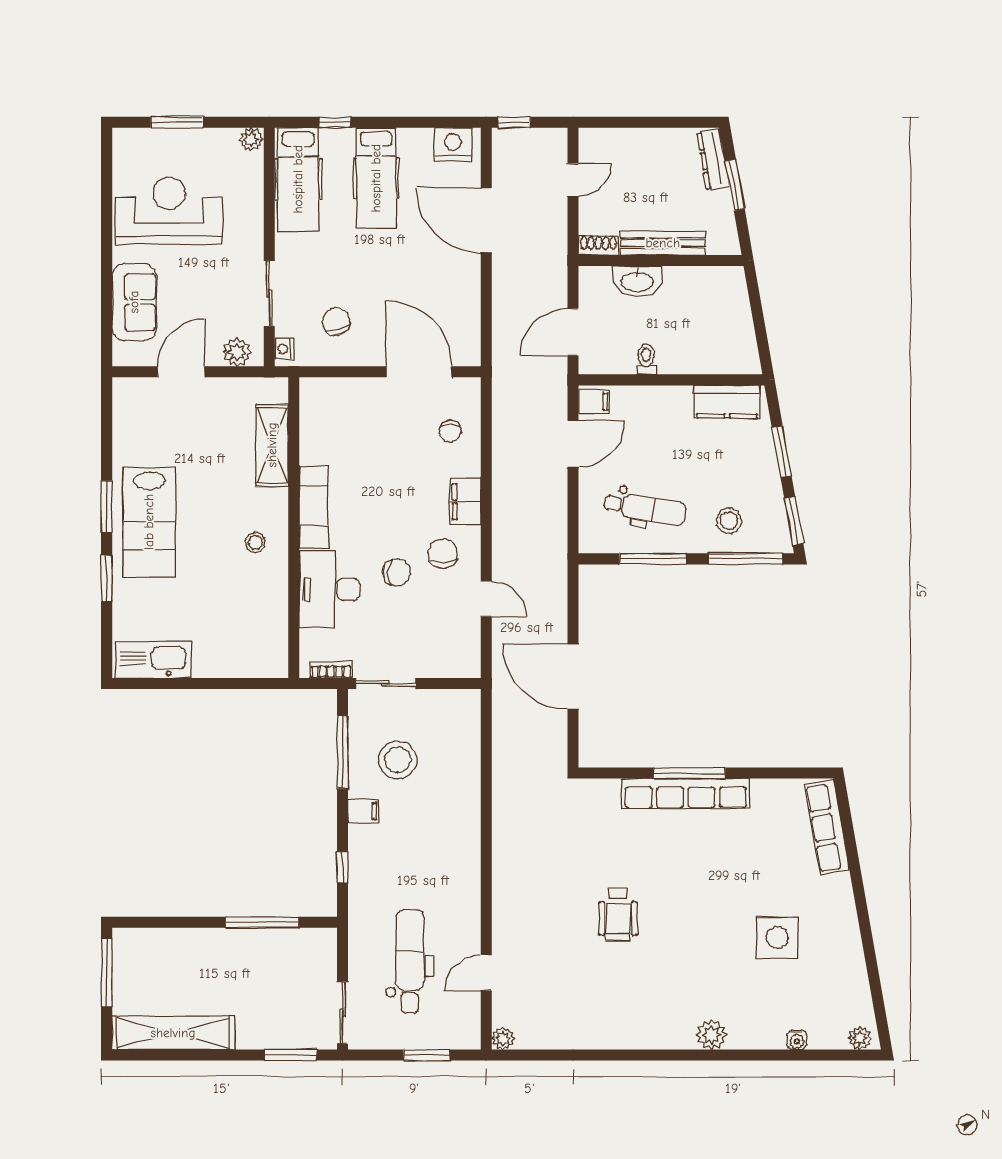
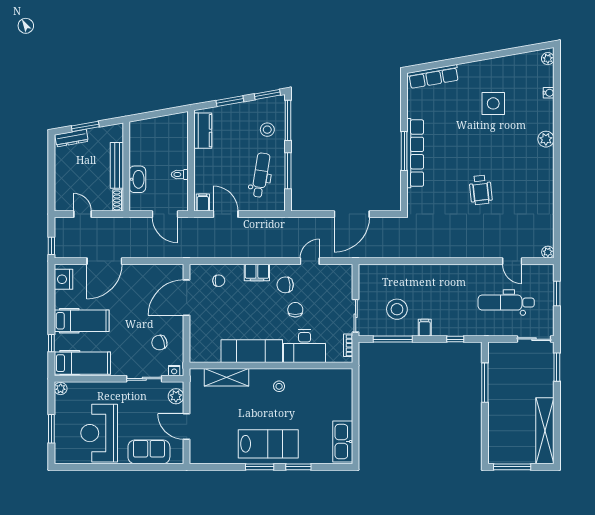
exam couch: (314, 507) -> (252, 351), width x1.36, depth x1.45
wheelchair: (618, 914) -> (481, 190), turned 84

